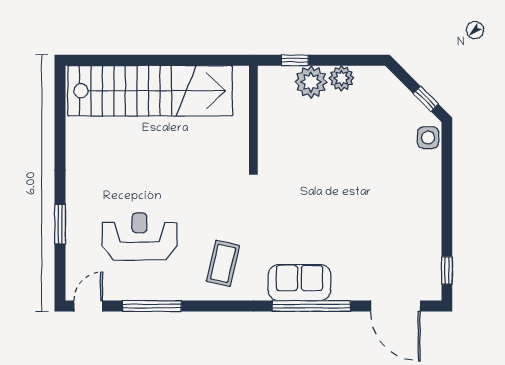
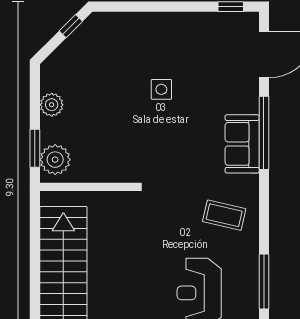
window: (295, 60) -> (35, 148), width x1.50
plant: (311, 82) -> (55, 160), moved
side table: (428, 138) -> (161, 89), moved

